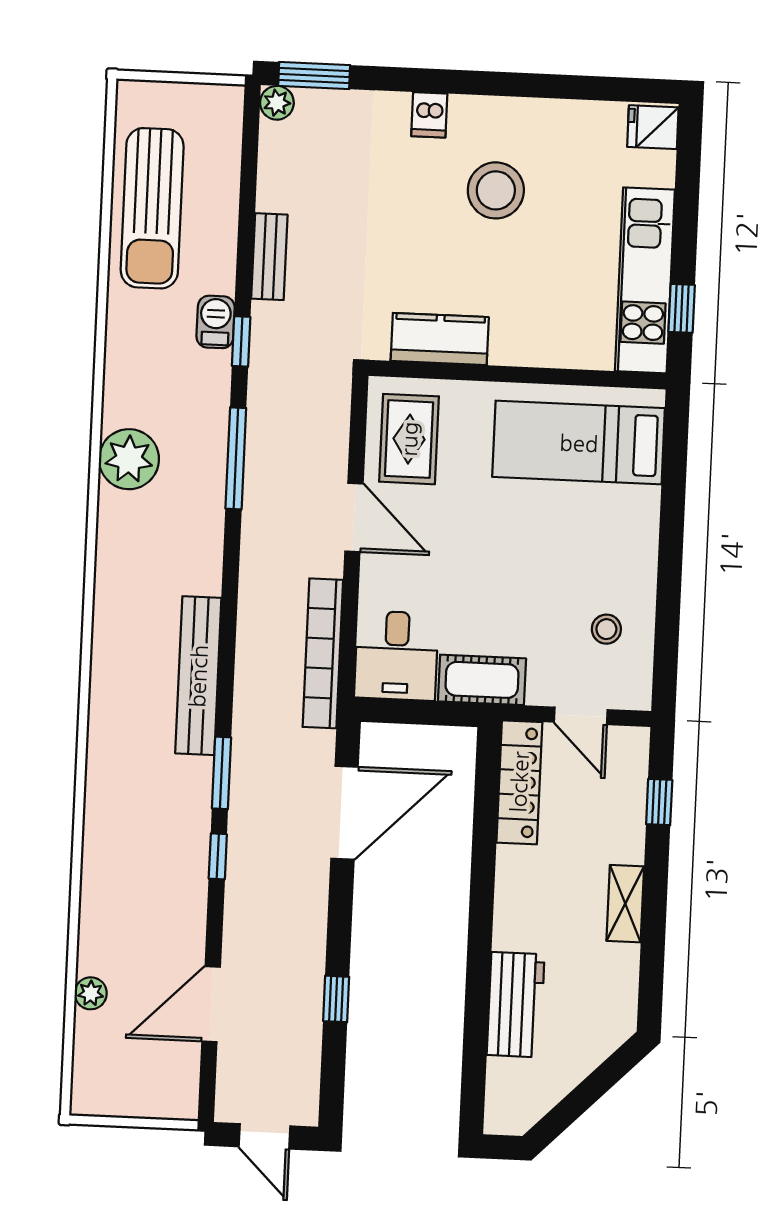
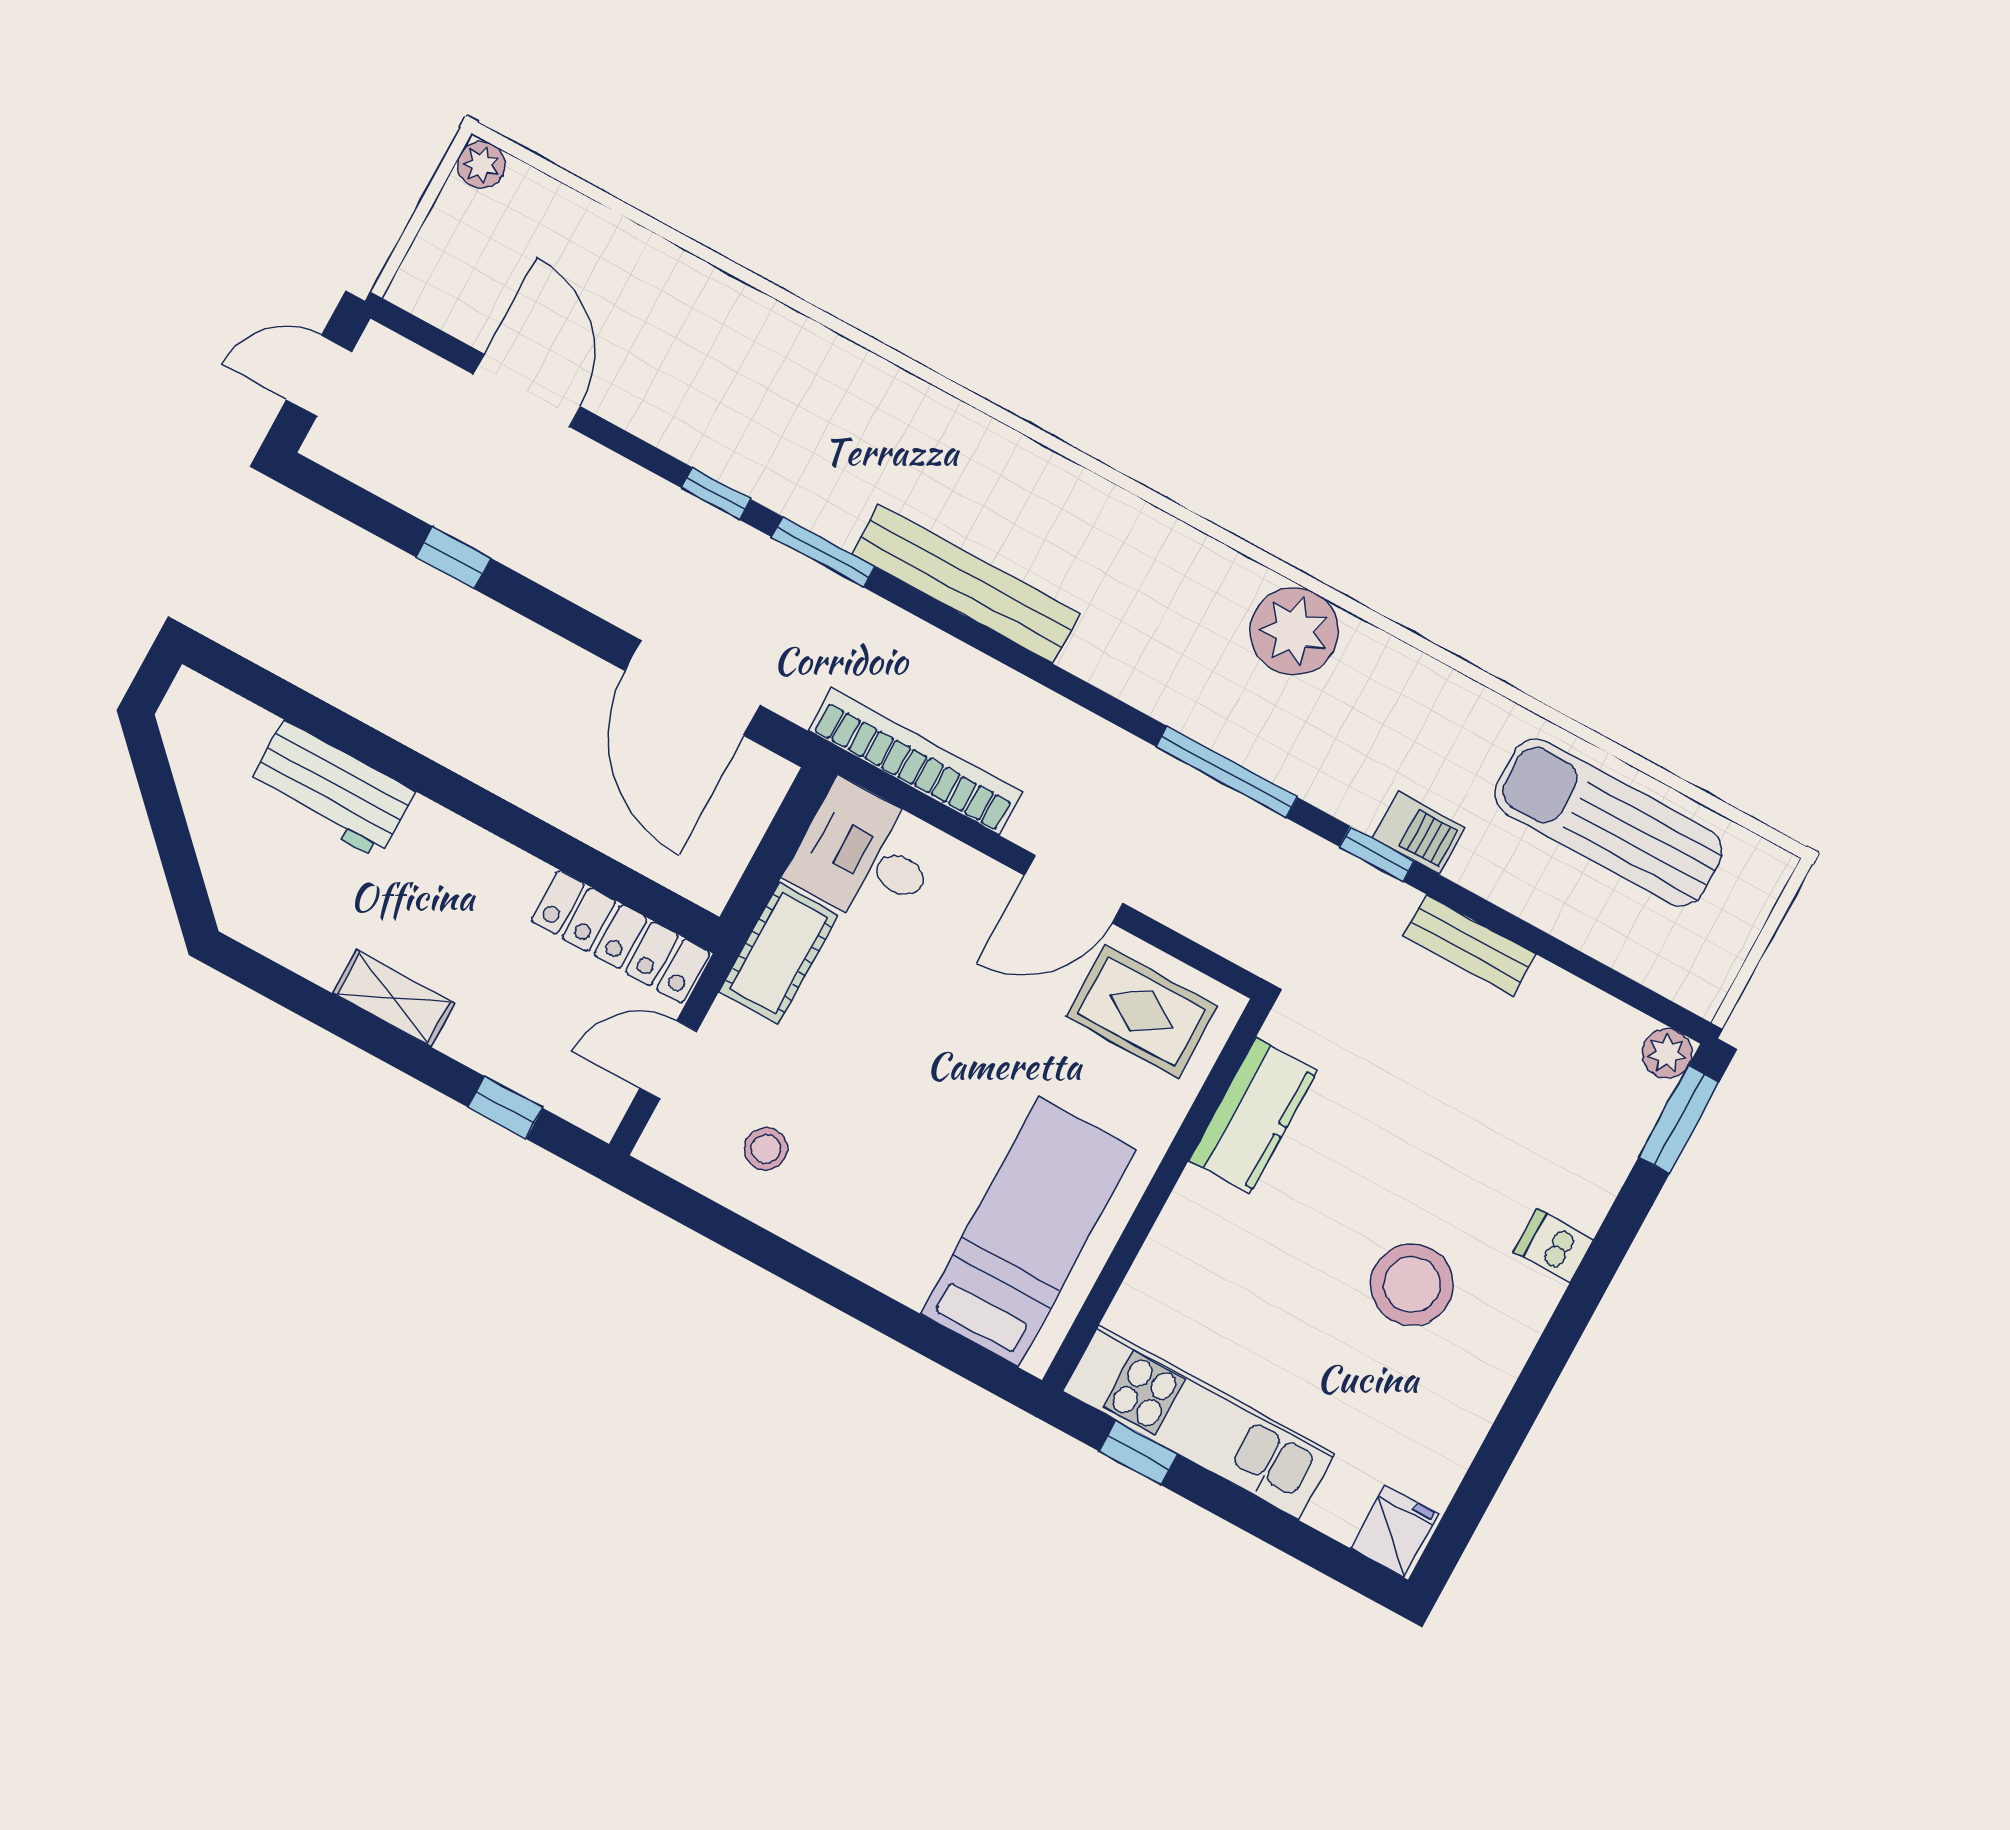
plant: (91, 993) -> (481, 165), moved

